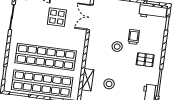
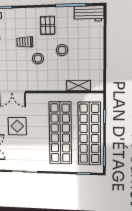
stool: (109, 84) -> (62, 50), moved

